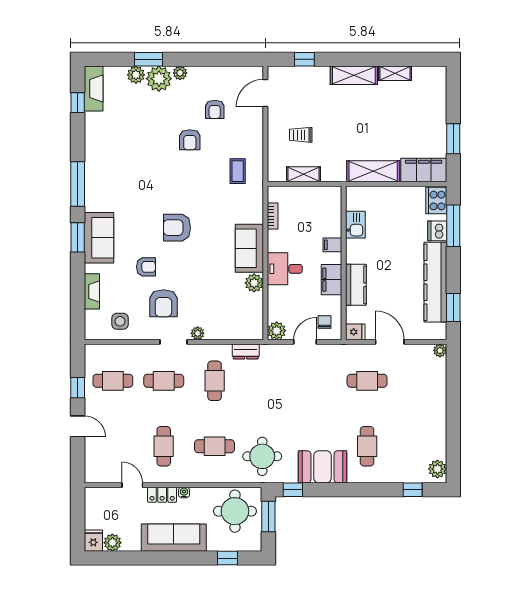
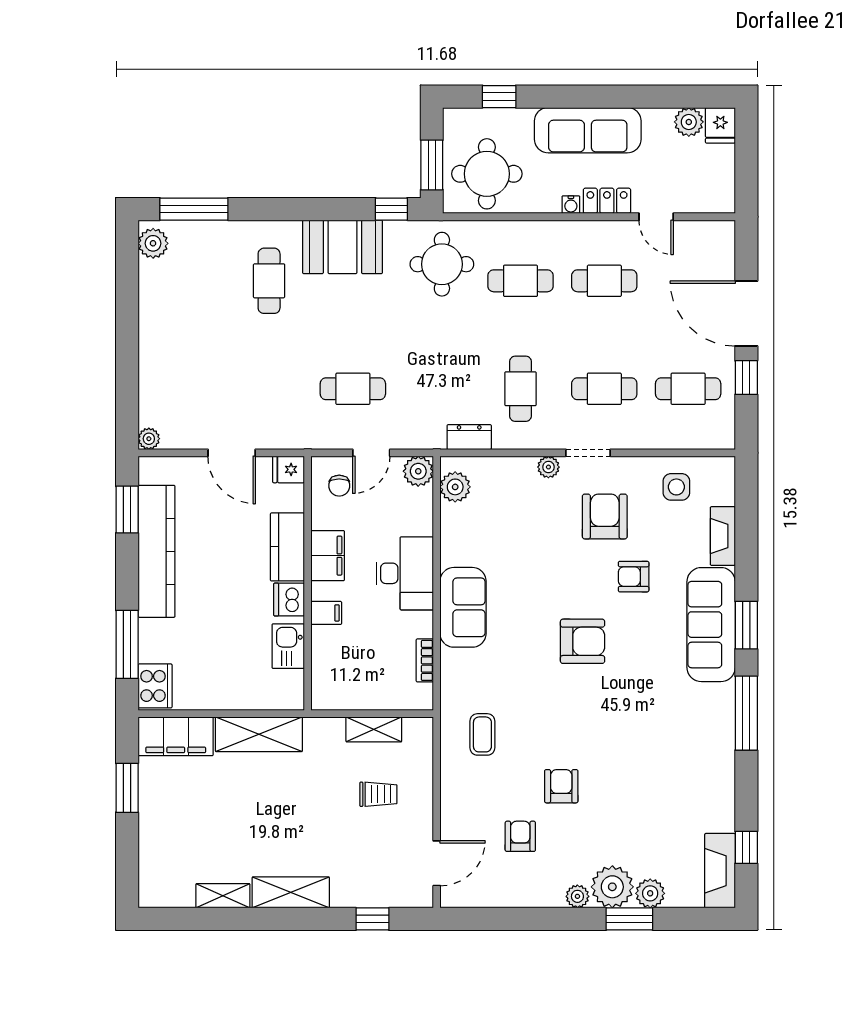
dishwasher: (437, 231) -> (289, 600), moved, turned 180
sofa: (99, 238) -> (711, 625), width x1.36
desk: (285, 269) -> (405, 573), width x1.37
plant: (254, 283) -> (455, 487), moved
cafe table: (367, 381) -> (353, 389), moved
door: (78, 426) -> (746, 313), width x1.87
cafe table: (164, 446) -> (604, 281), turned 90
window: (413, 490) -> (194, 209), width x2.17

